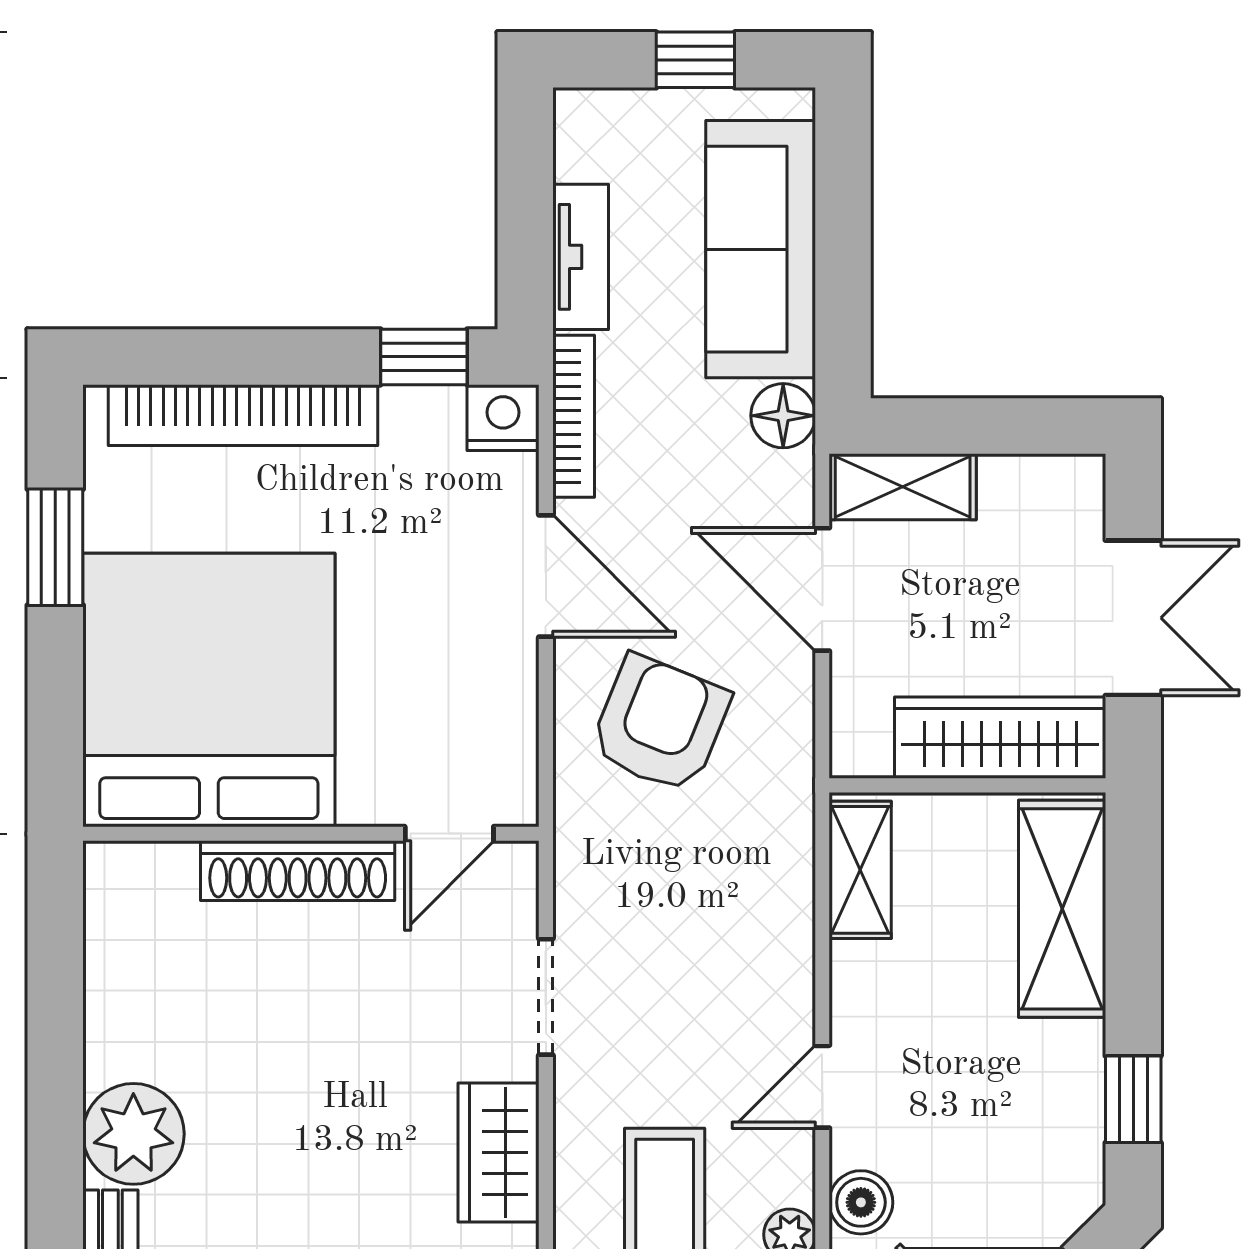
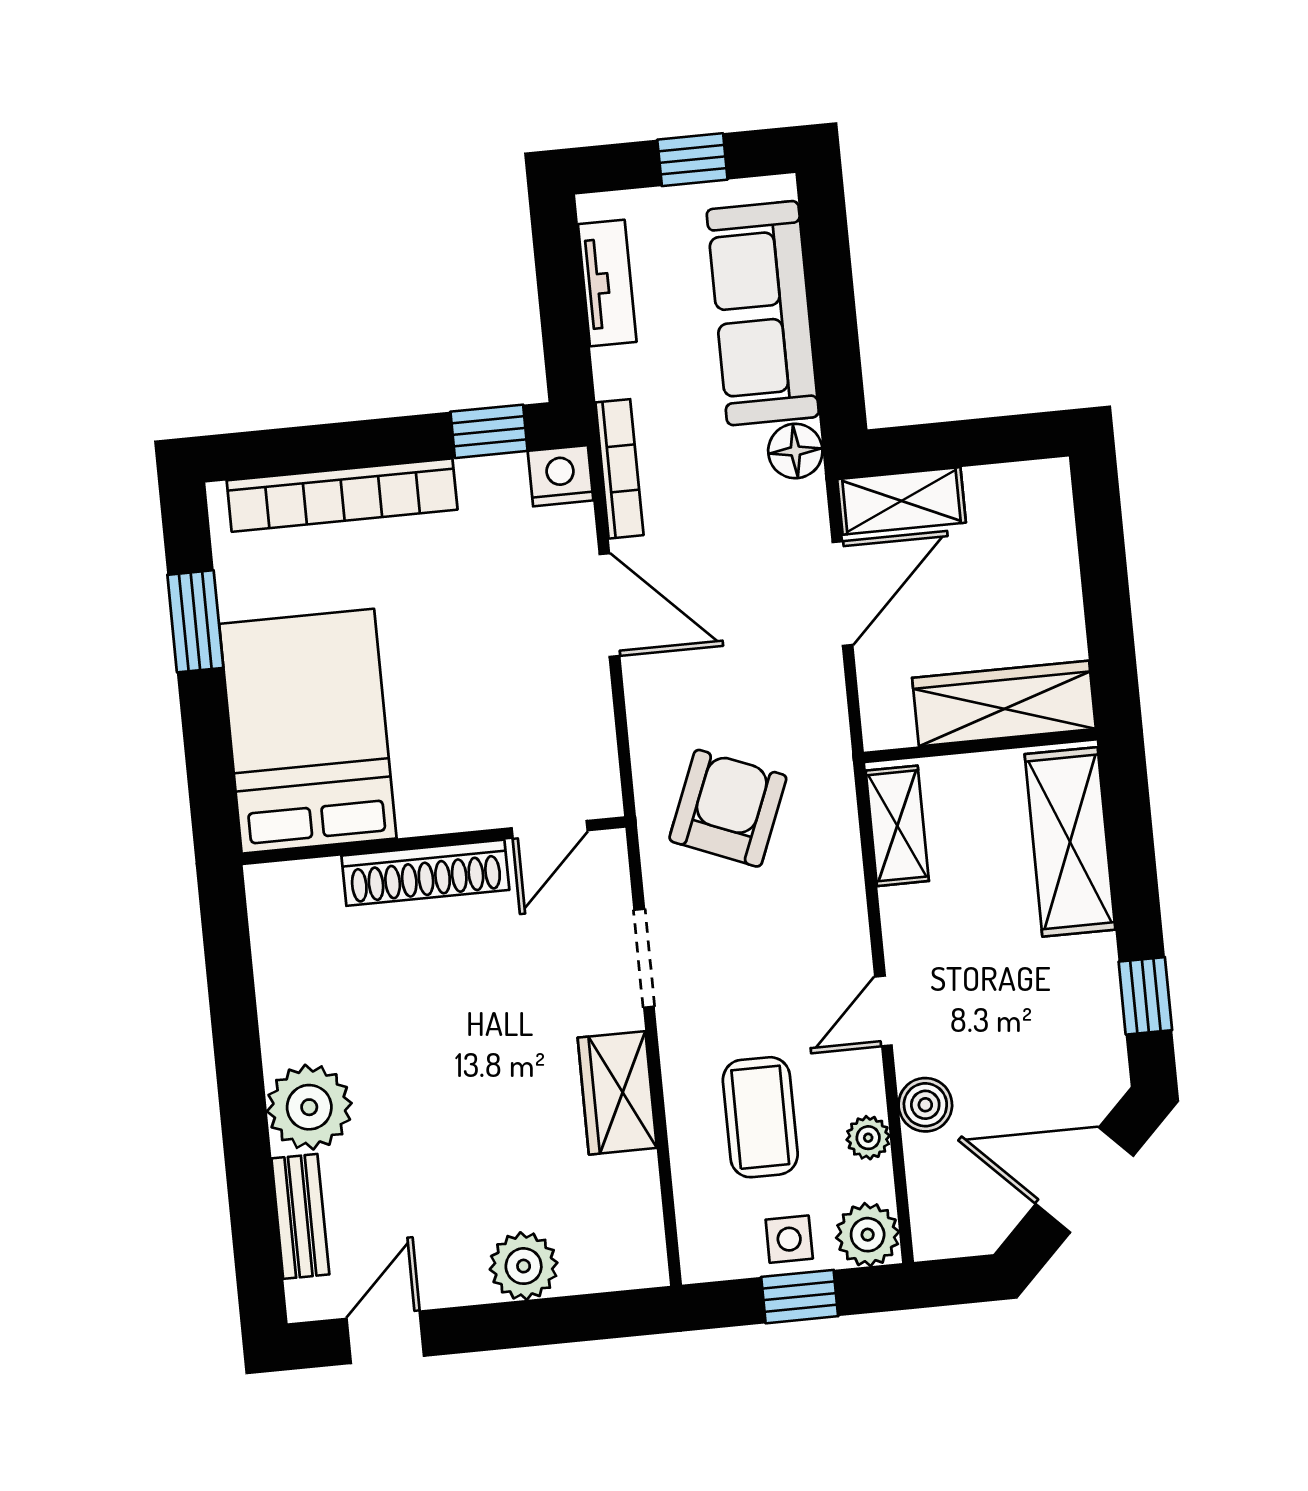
tv unit: (581, 257) -> (607, 283), moved
door: (822, 589) -> (842, 594), swing flipped
double door: (1133, 618) -> (1106, 592), removed
bed: (209, 690) -> (308, 731), width x0.73
armchair: (660, 724) -> (728, 808), moved

